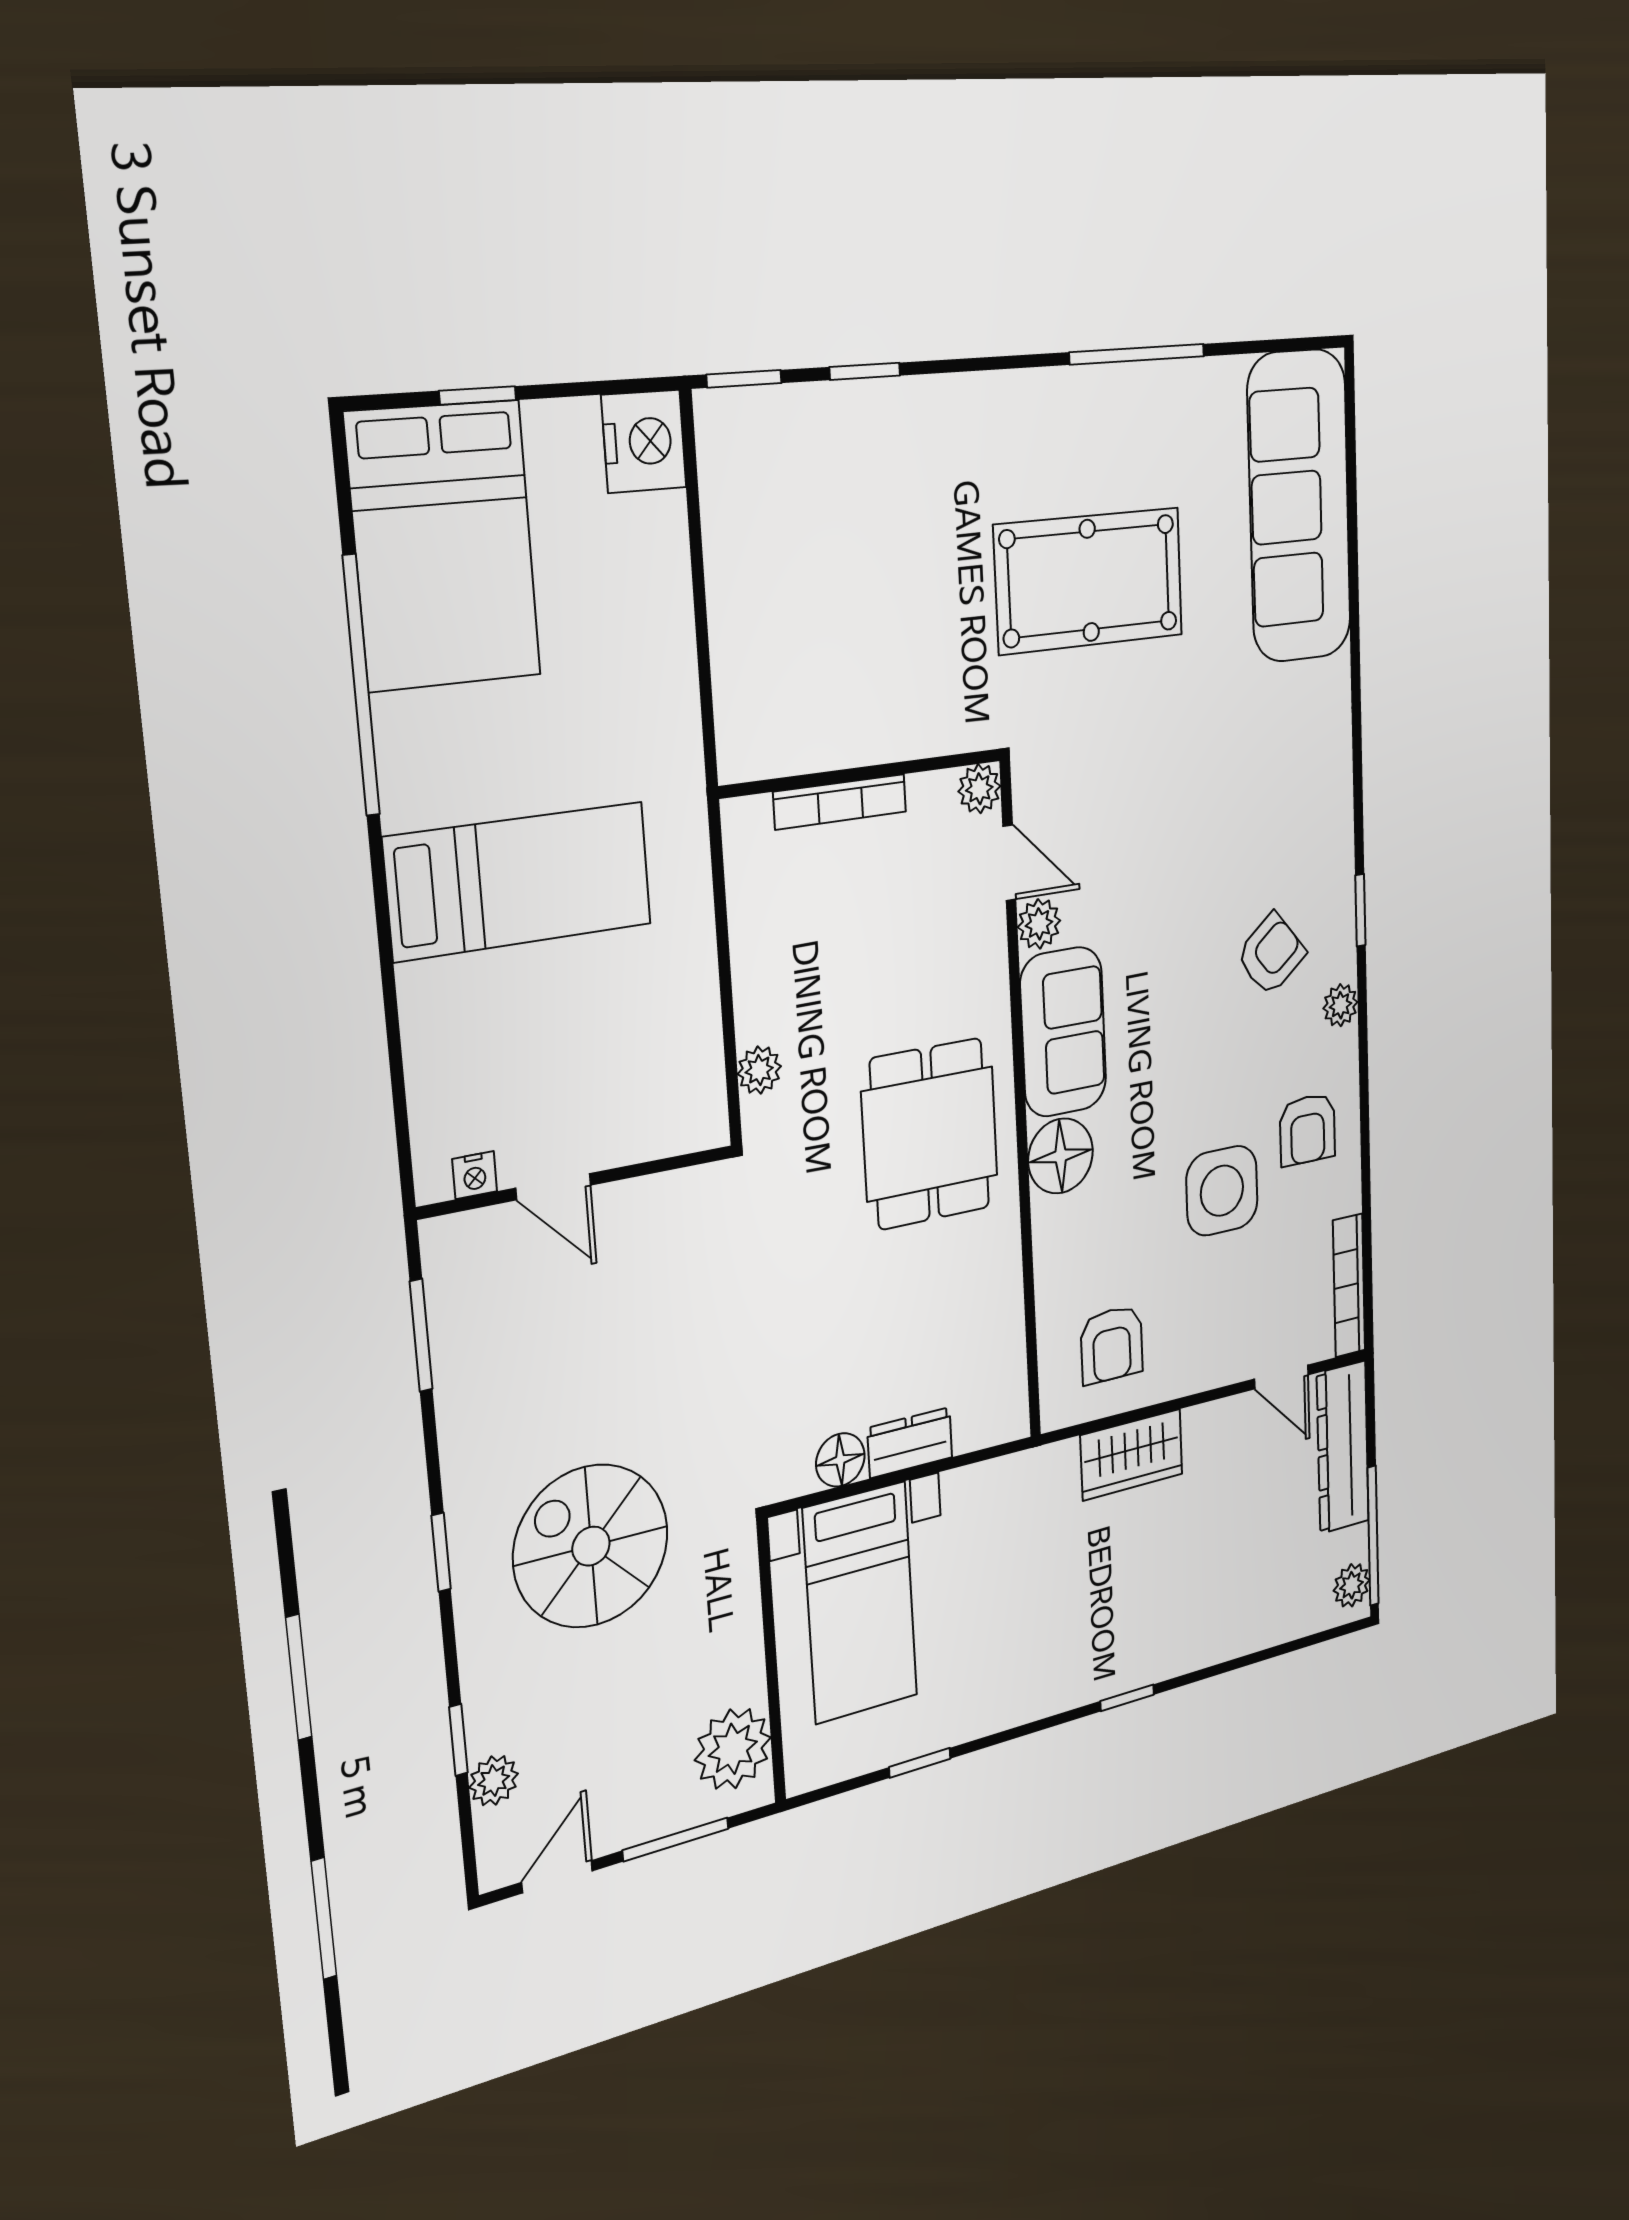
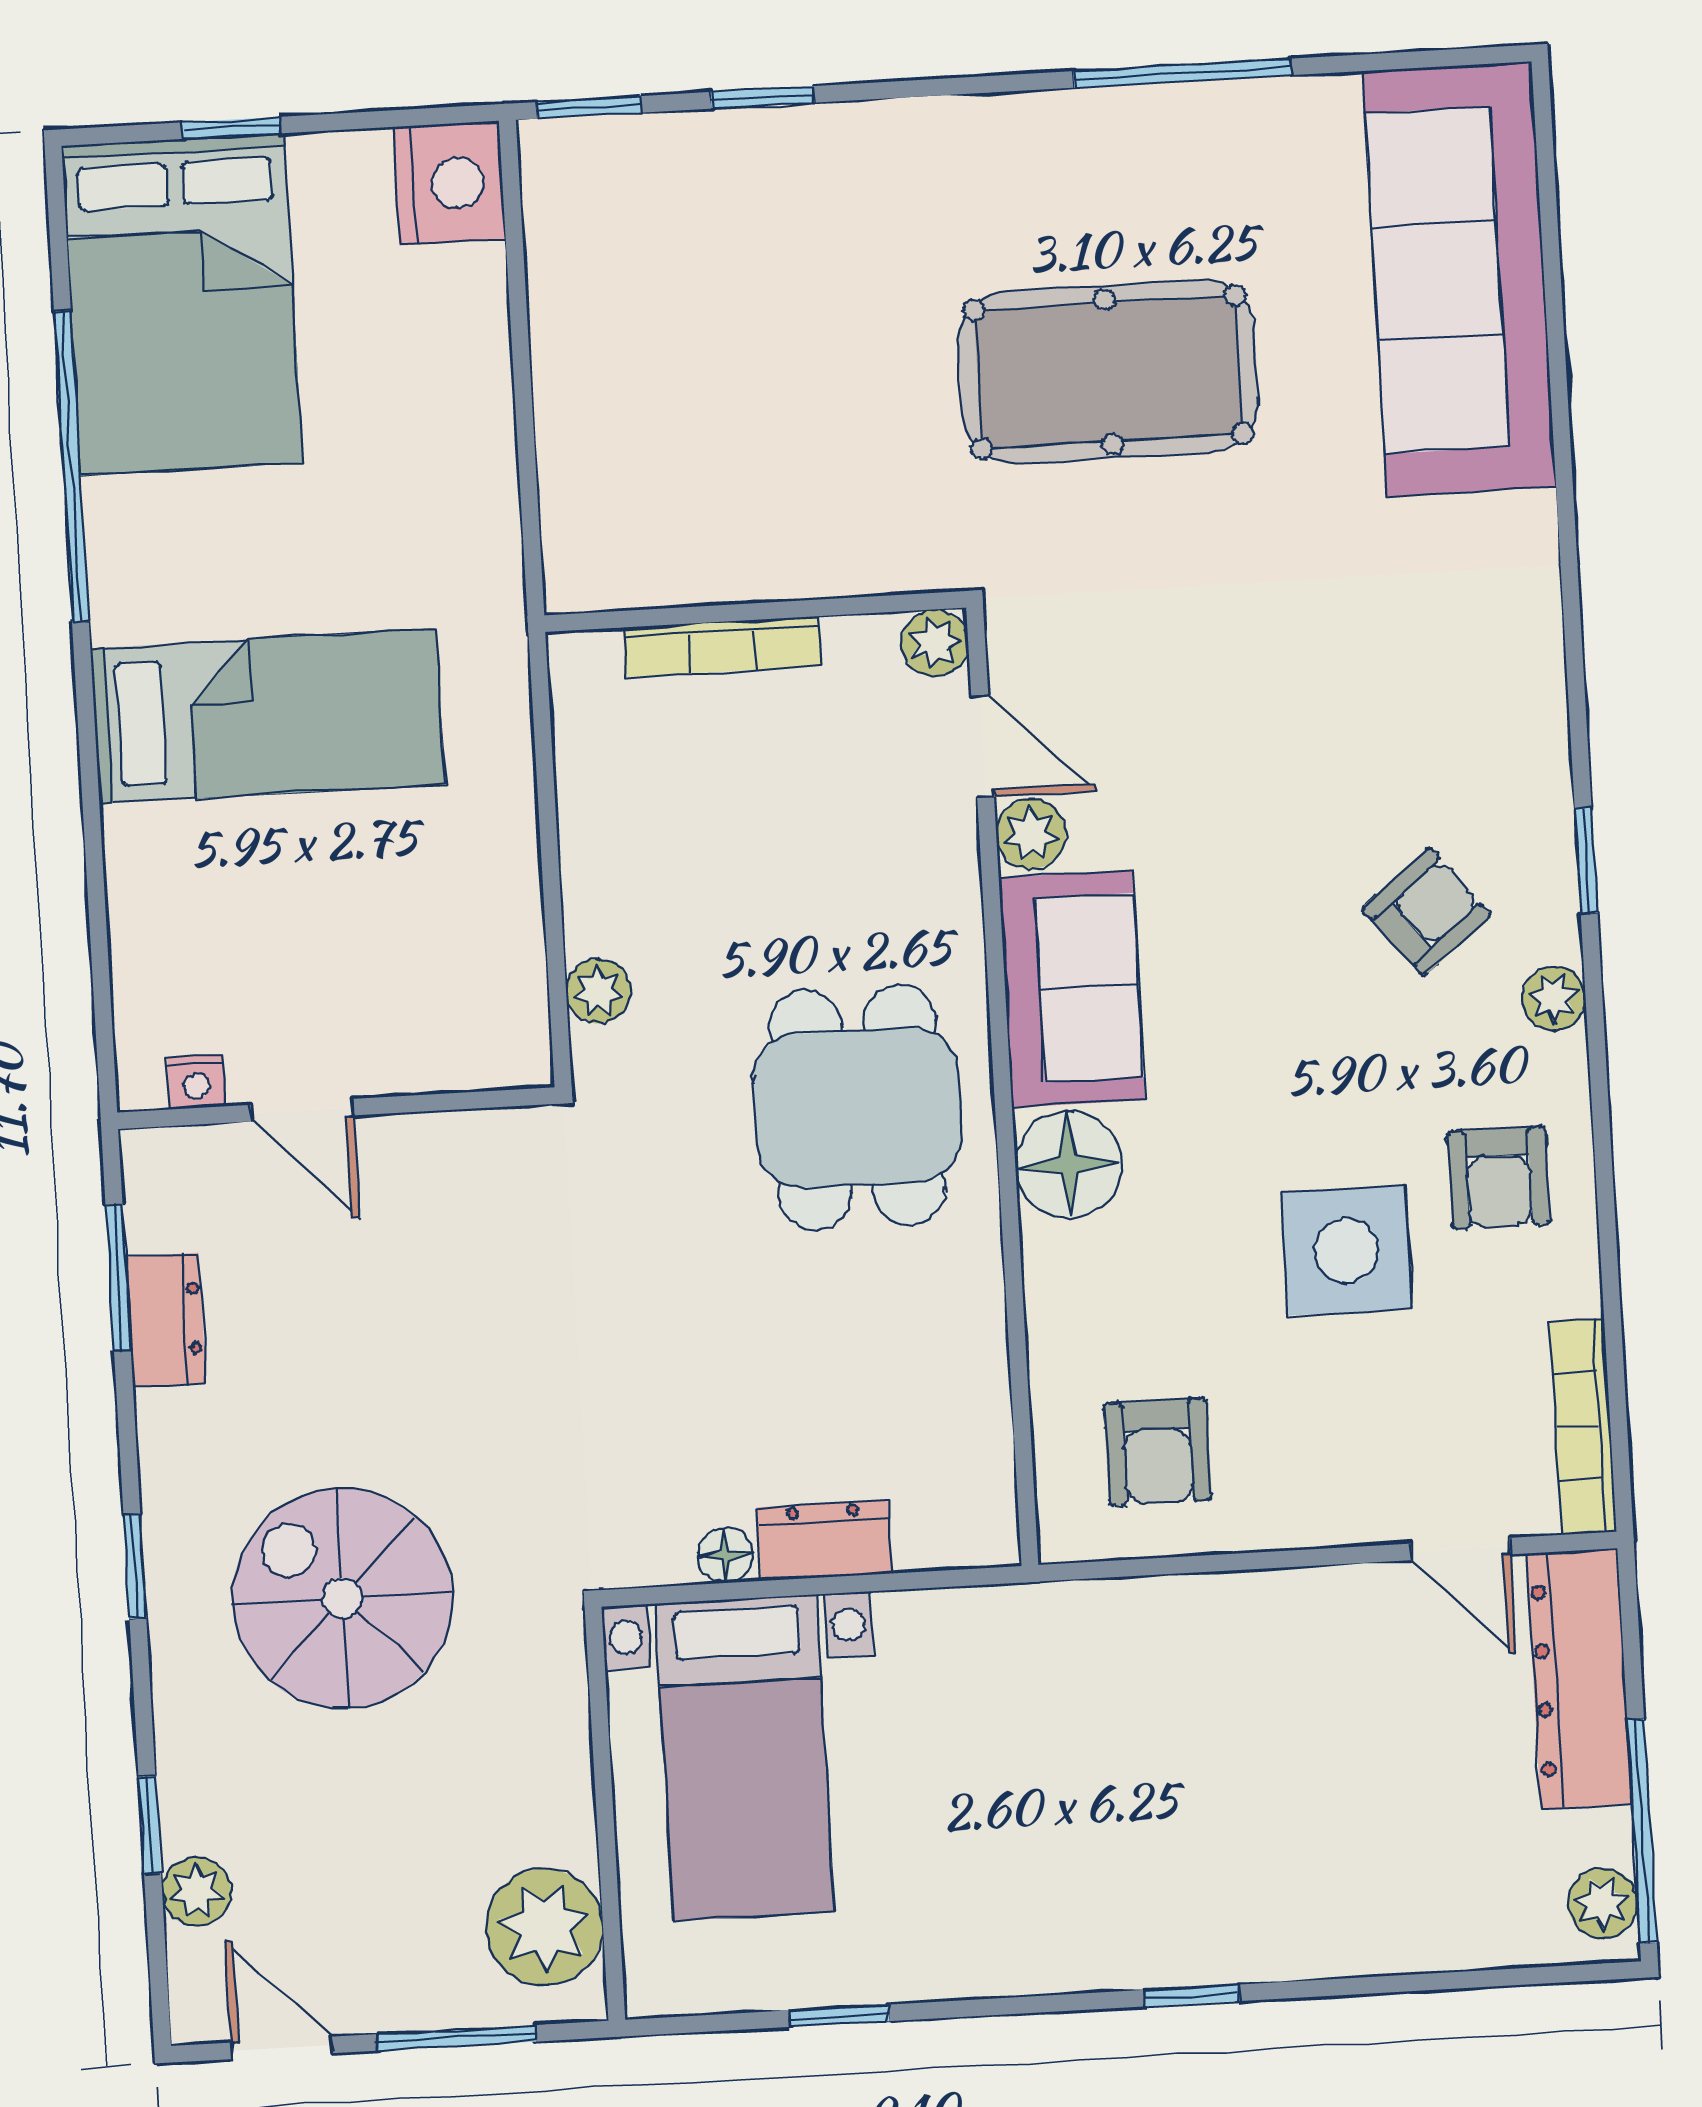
dresser: (458, 1362) -> (166, 1320), added
wardrobe: (1132, 1455) -> (1194, 1623), removed
floor lamp: (840, 1460) -> (725, 1556), width x0.73, depth x0.73
door: (557, 1877) -> (282, 2048), hinge flipped

